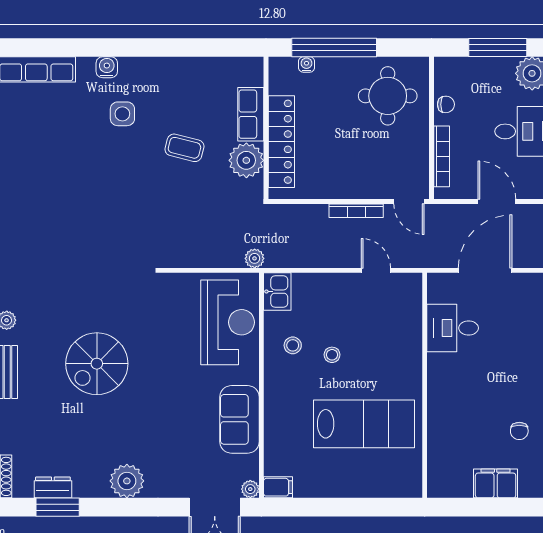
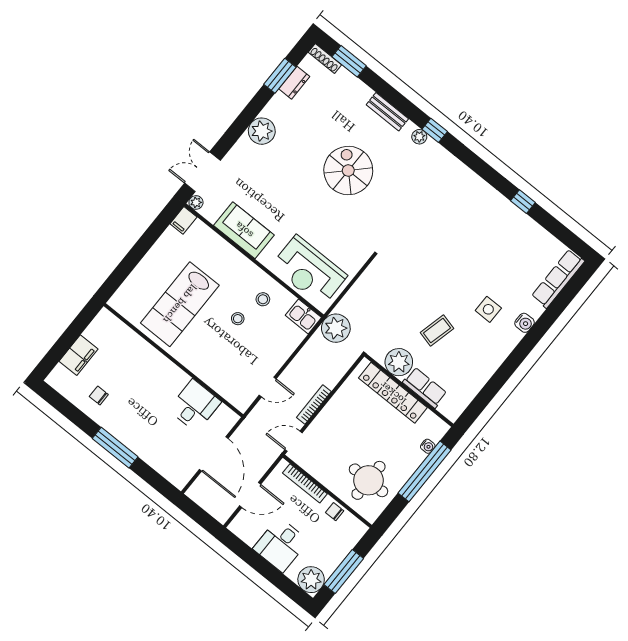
chair: (446, 104) -> (335, 512), turned 90
plant: (255, 258) -> (336, 328), width x1.88, depth x1.88

